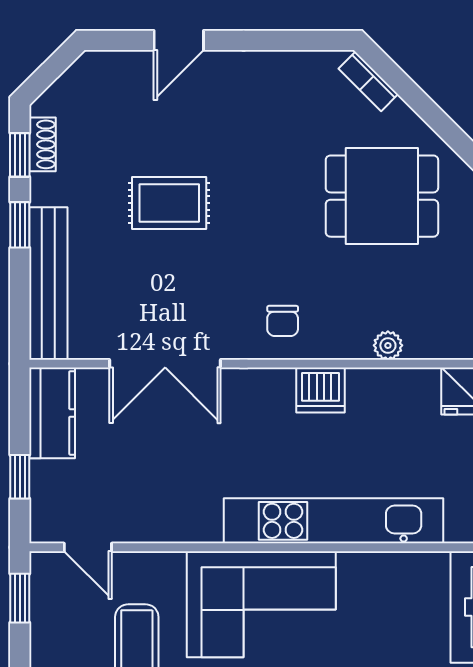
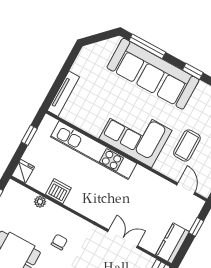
chair: (283, 321) -> (59, 242), moved
double door: (165, 364) -> (123, 239), width x0.73
dishwasher: (320, 390) -> (58, 191), moved

